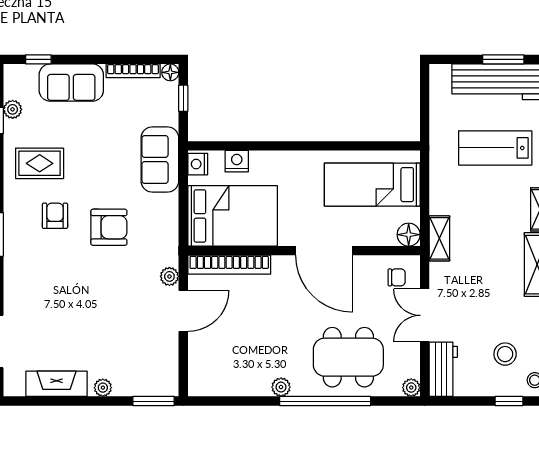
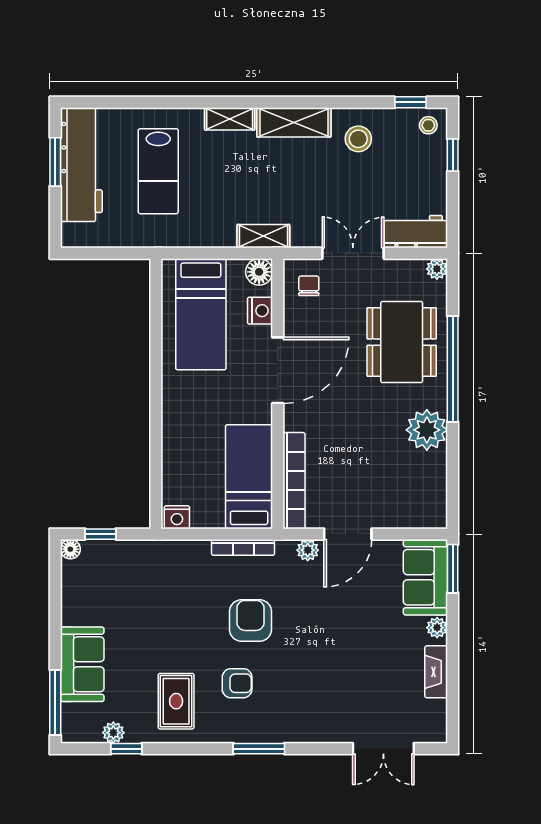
window: (38, 59) -> (55, 703), width x2.17
bookcase: (133, 71) -> (243, 547), moved, turned 90
sofa: (160, 160) -> (425, 577), moved, turned 90
nightstand: (237, 161) -> (260, 311), moved, turned 180
armchair: (55, 216) -> (237, 683), turned 180
bed: (233, 216) -> (249, 477), width x0.67
door: (183, 311) -> (348, 534), swing flipped
double door: (425, 315) -> (353, 253), swing flipped
stool: (505, 354) -> (358, 139), moved
fireplace: (57, 384) -> (436, 672), width x0.73, depth x0.76
plant: (281, 387) -> (427, 430), width x1.87, depth x1.87

